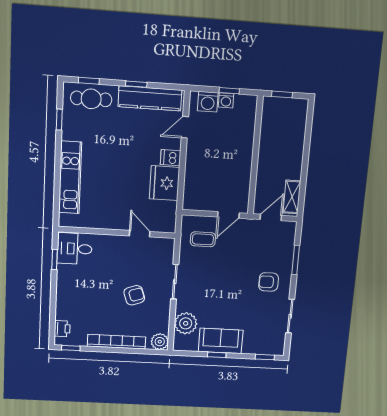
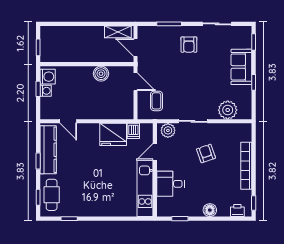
washing machine: (208, 102) -> (48, 77), moved
dishwasher: (171, 158) -> (133, 131), moved
boiler: (242, 173) -> (101, 74), added
kitchen unit: (70, 177) -> (145, 188), moved, turned -90
desk: (75, 249) -> (170, 184), moved, turned 90
floor lamp: (64, 296) -> (210, 210), added
sofa: (221, 341) -> (241, 67), moved
plant: (160, 342) -> (168, 130), moved

